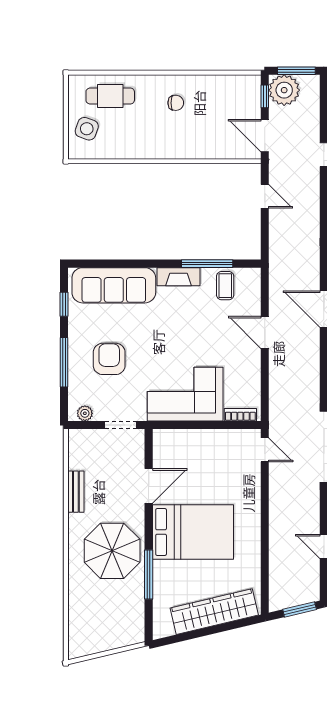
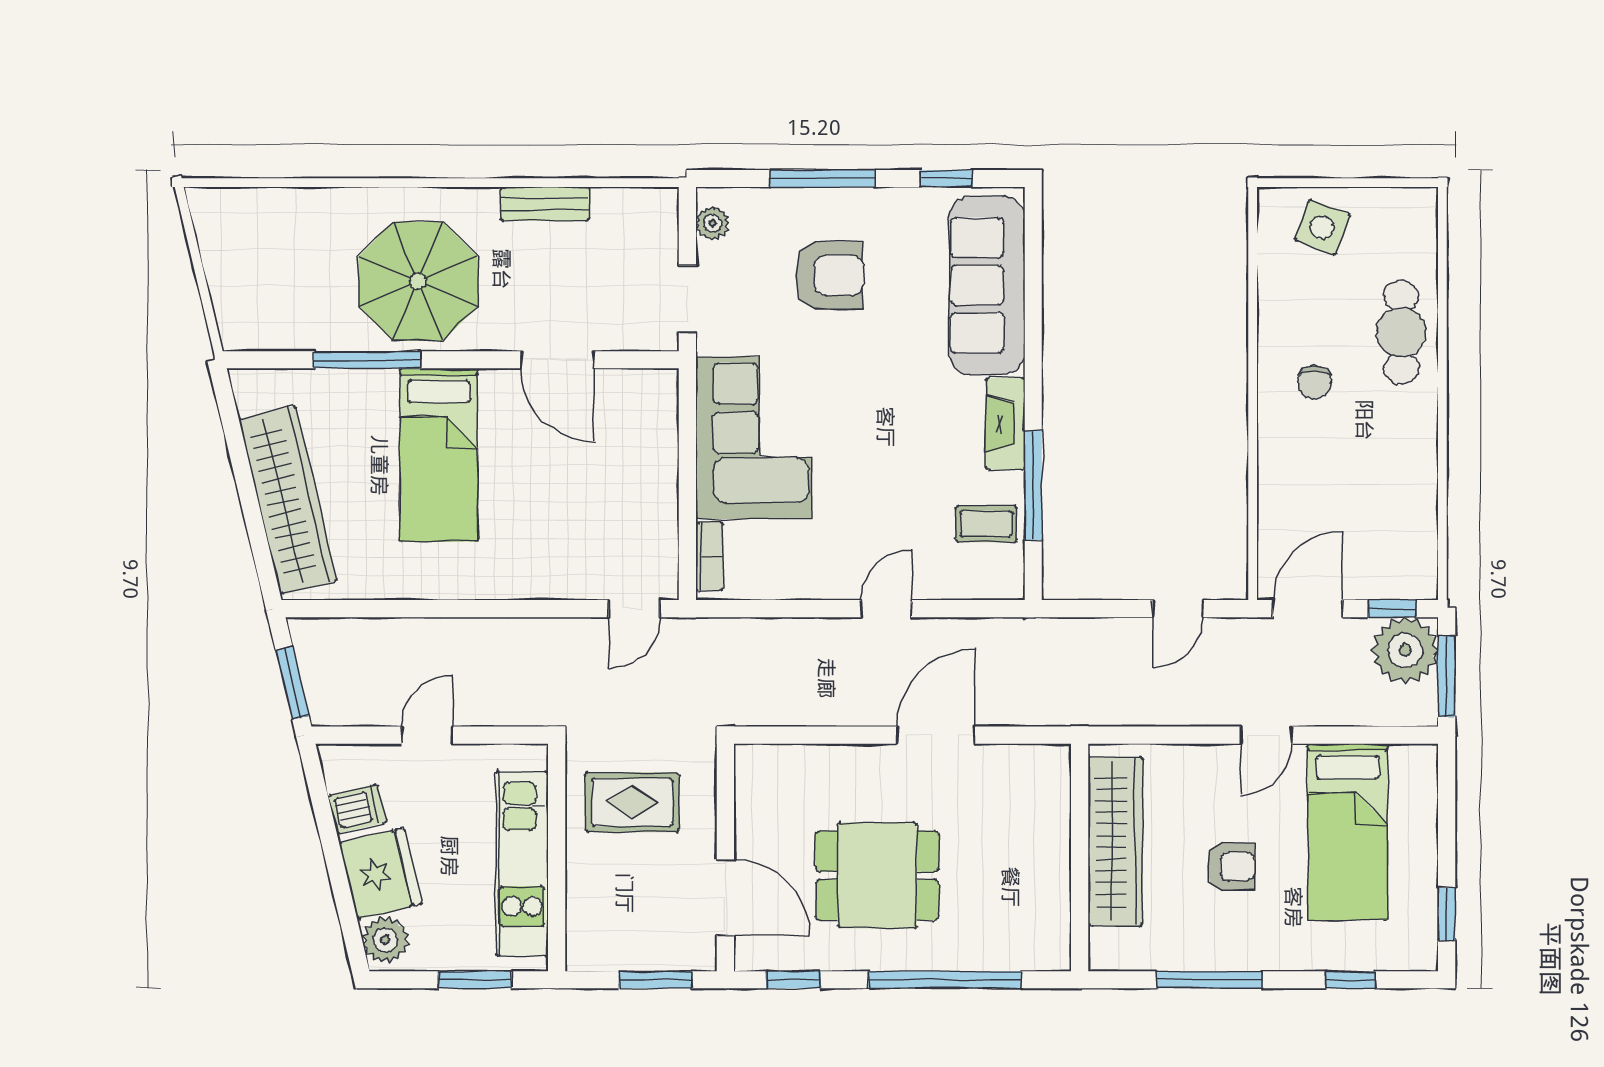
cafe table: (110, 96) -> (1401, 332), moved
chair: (176, 103) -> (1315, 382), moved
door: (265, 332) -> (886, 609), width x0.73
bed: (193, 532) -> (439, 455), width x0.67

